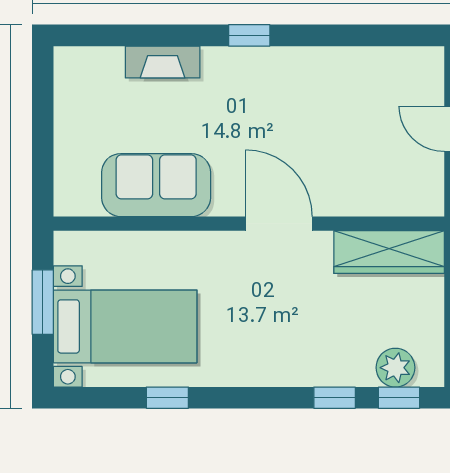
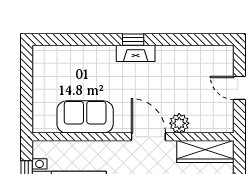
fireplace: (163, 62) -> (136, 53), moved
plant: (338, 197) -> (179, 123), added

